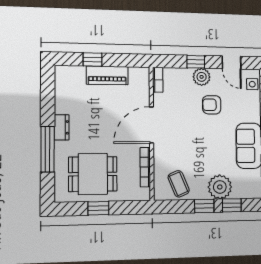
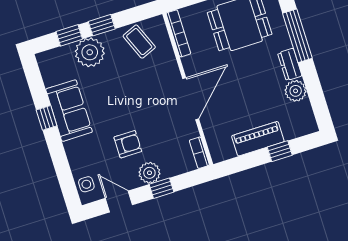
plant: (64, 104) -> (296, 91), added
bookcase: (145, 167) -> (178, 33), moved

